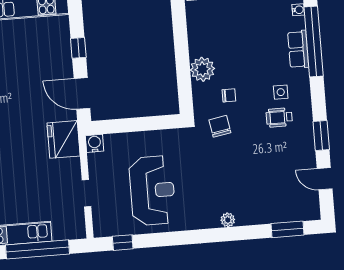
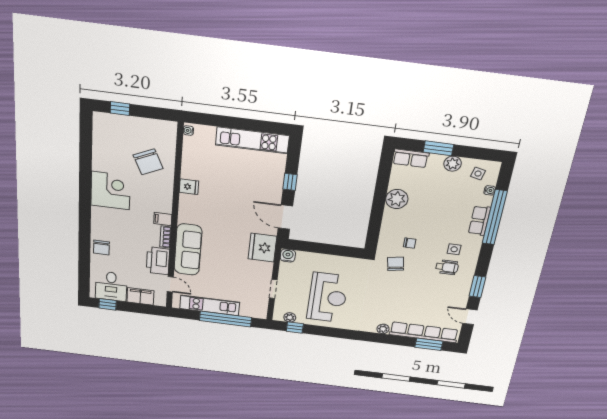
plant: (202, 69) -> (397, 199), moved
wheelchair: (279, 117) -> (447, 267), turned 180
row of seats: (277, 213) -> (424, 332), added
plant: (114, 229) -> (290, 317), added

